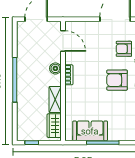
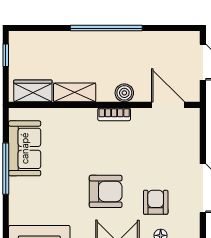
door: (63, 41) -> (168, 105), swing flipped
armchair: (117, 80) -> (106, 191), turned 90

